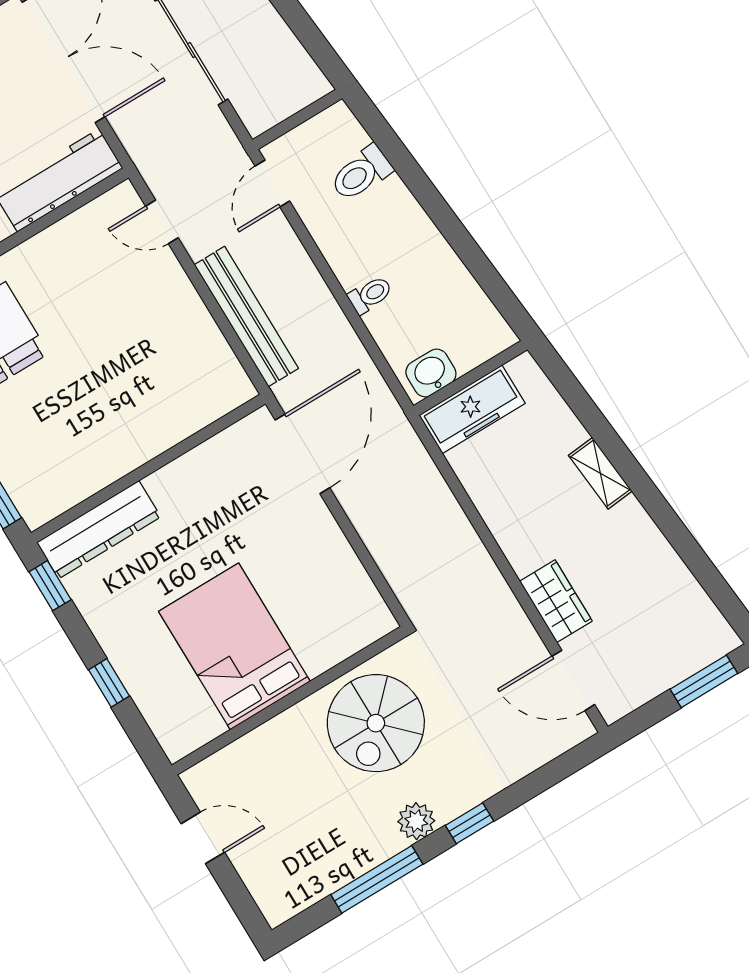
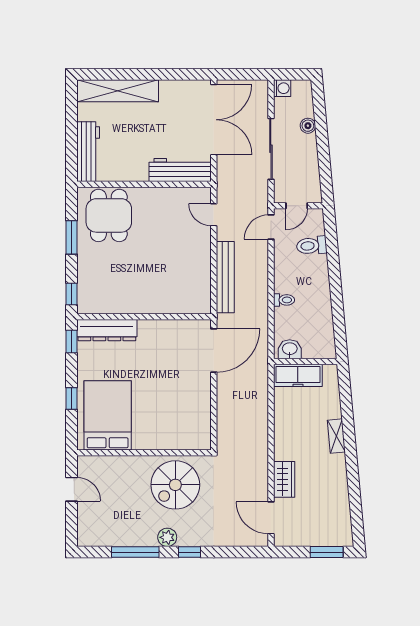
door: (294, 121) -> (297, 206), added
bed: (234, 646) -> (108, 415), moved

